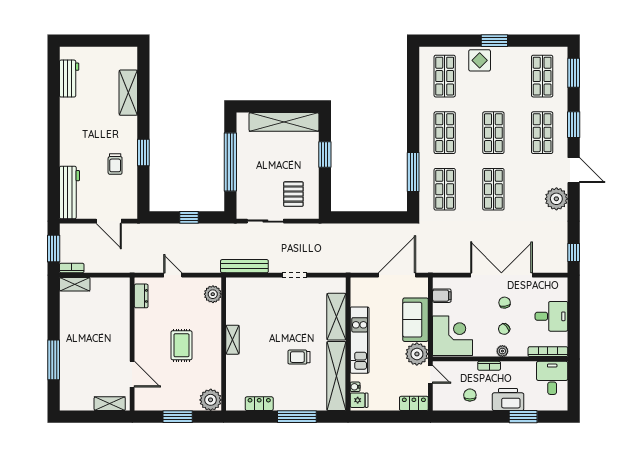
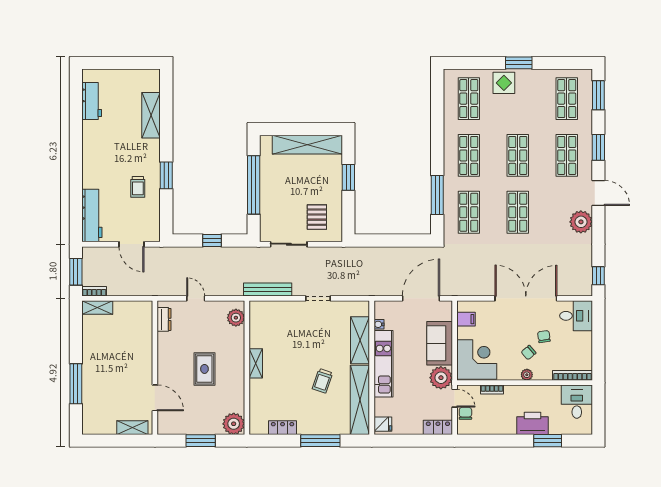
chair: (505, 303) -> (544, 337), moved
desk: (551, 316) -> (576, 316), moved
trolley: (299, 357) -> (322, 381), turned -71
bookcase: (489, 366) -> (492, 390), moved
water cooler: (355, 387) -> (379, 324), moved
chair: (470, 395) -> (465, 413), moved

